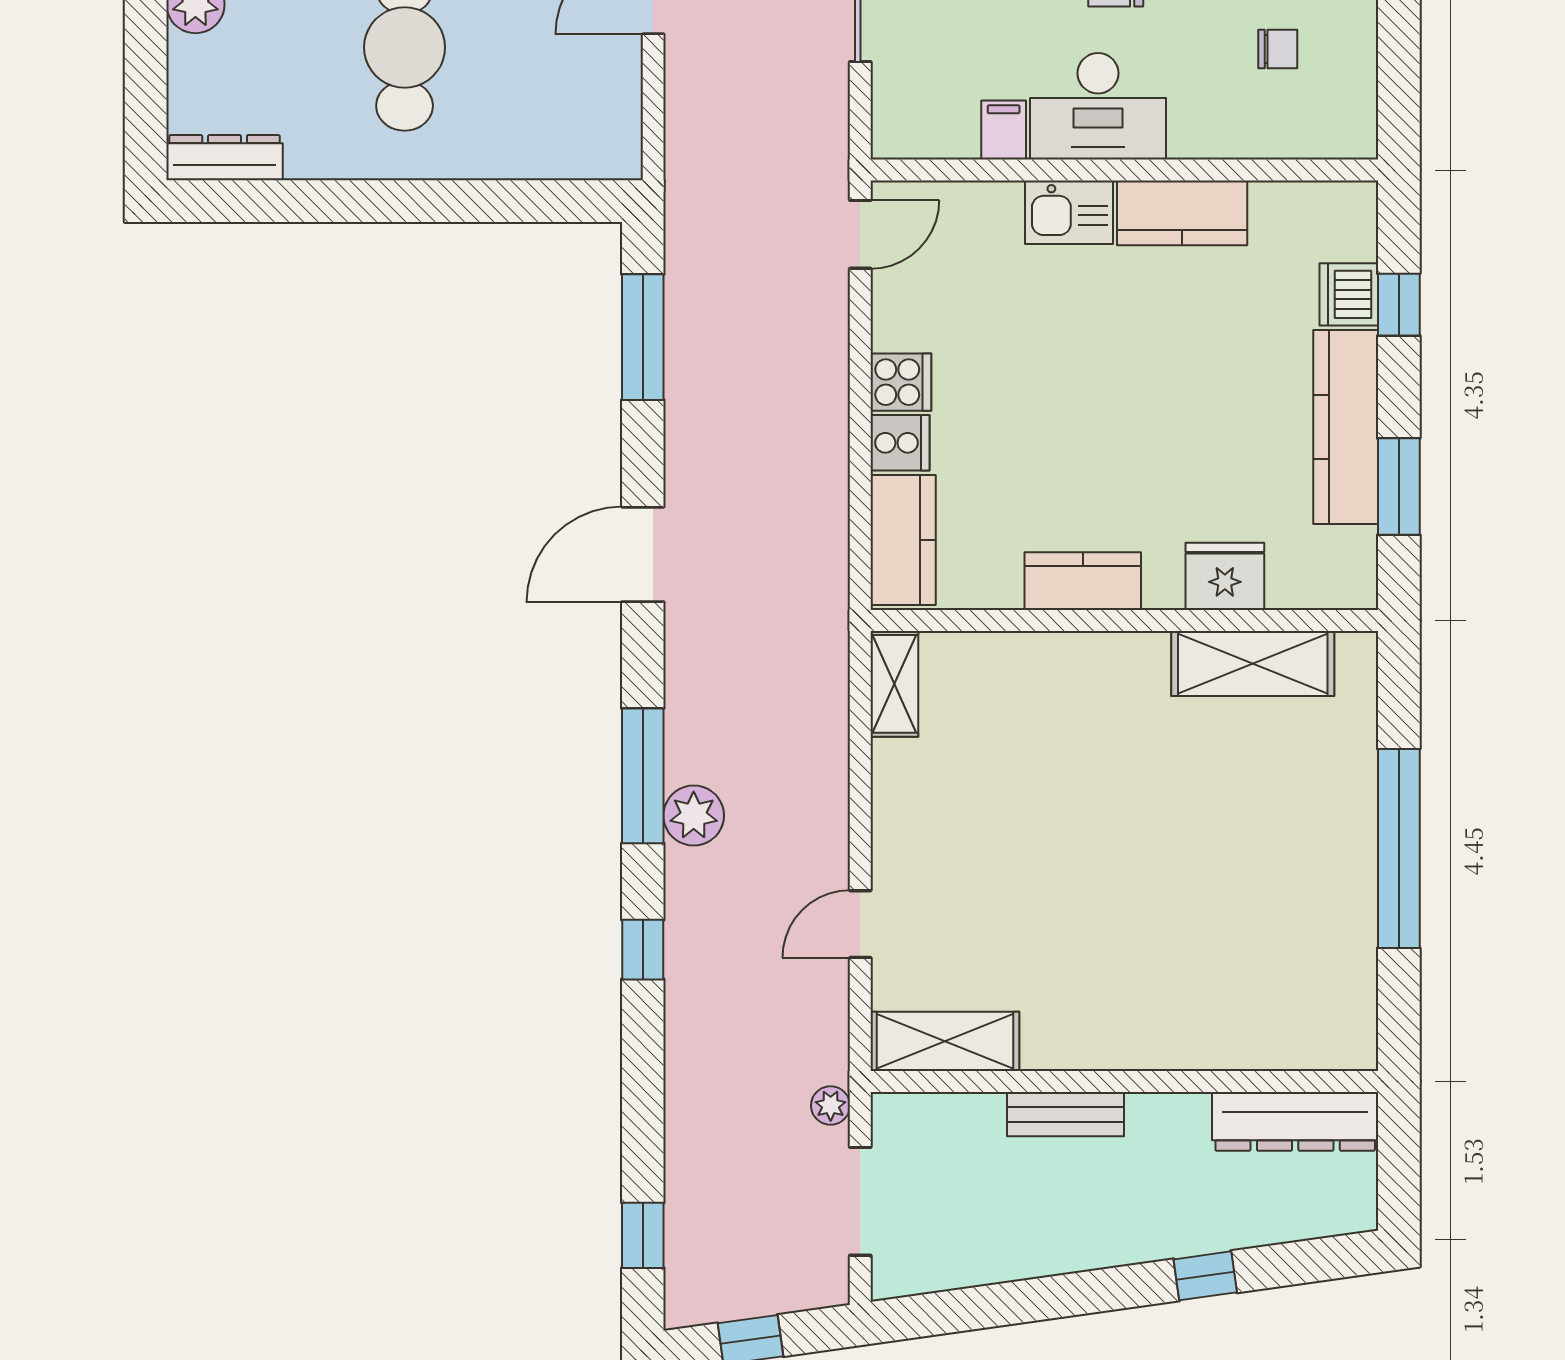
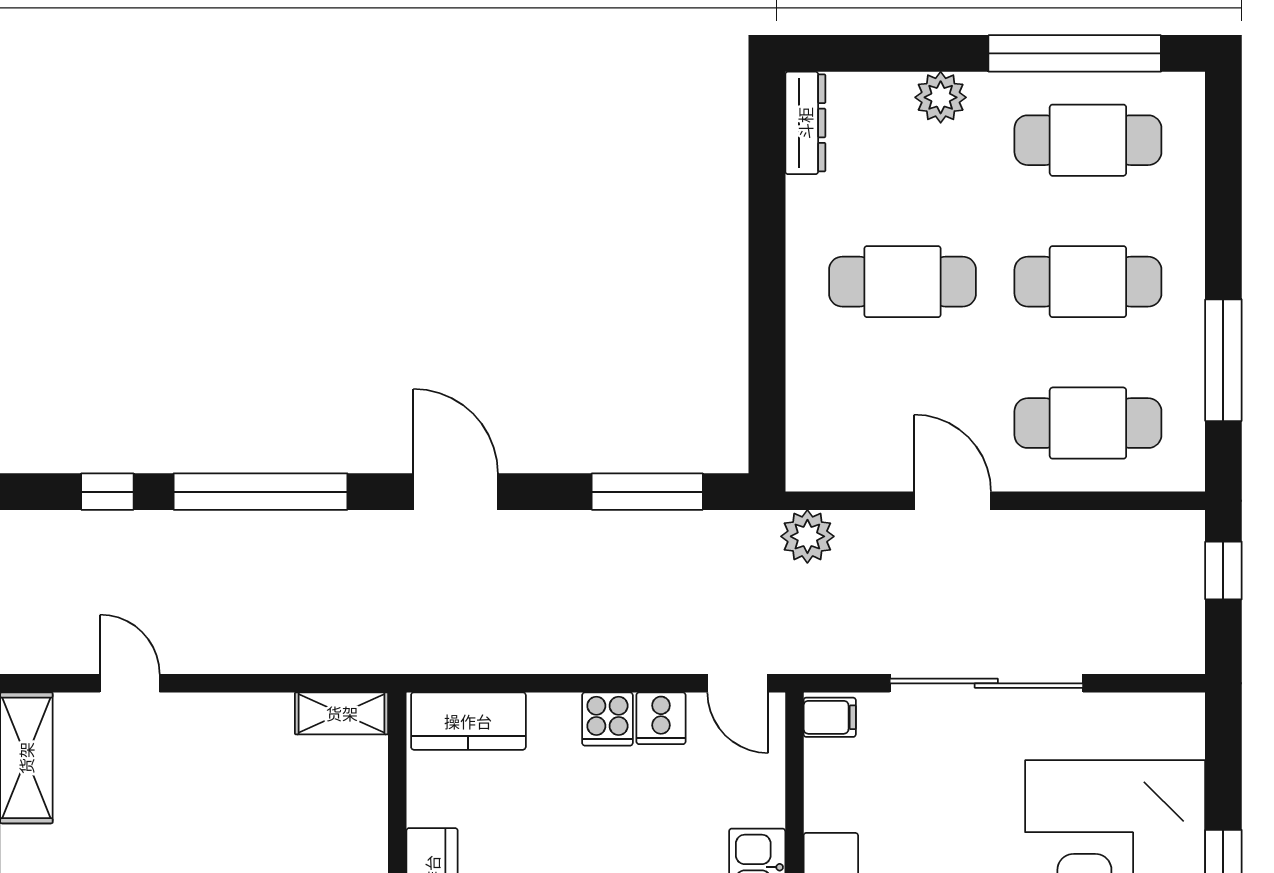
filing cabinet: (1004, 130) -> (830, 717), moved
cooker: (900, 443) -> (661, 718), moved
window: (643, 776) -> (261, 492), width x1.46
plant: (694, 816) -> (807, 536), moved

